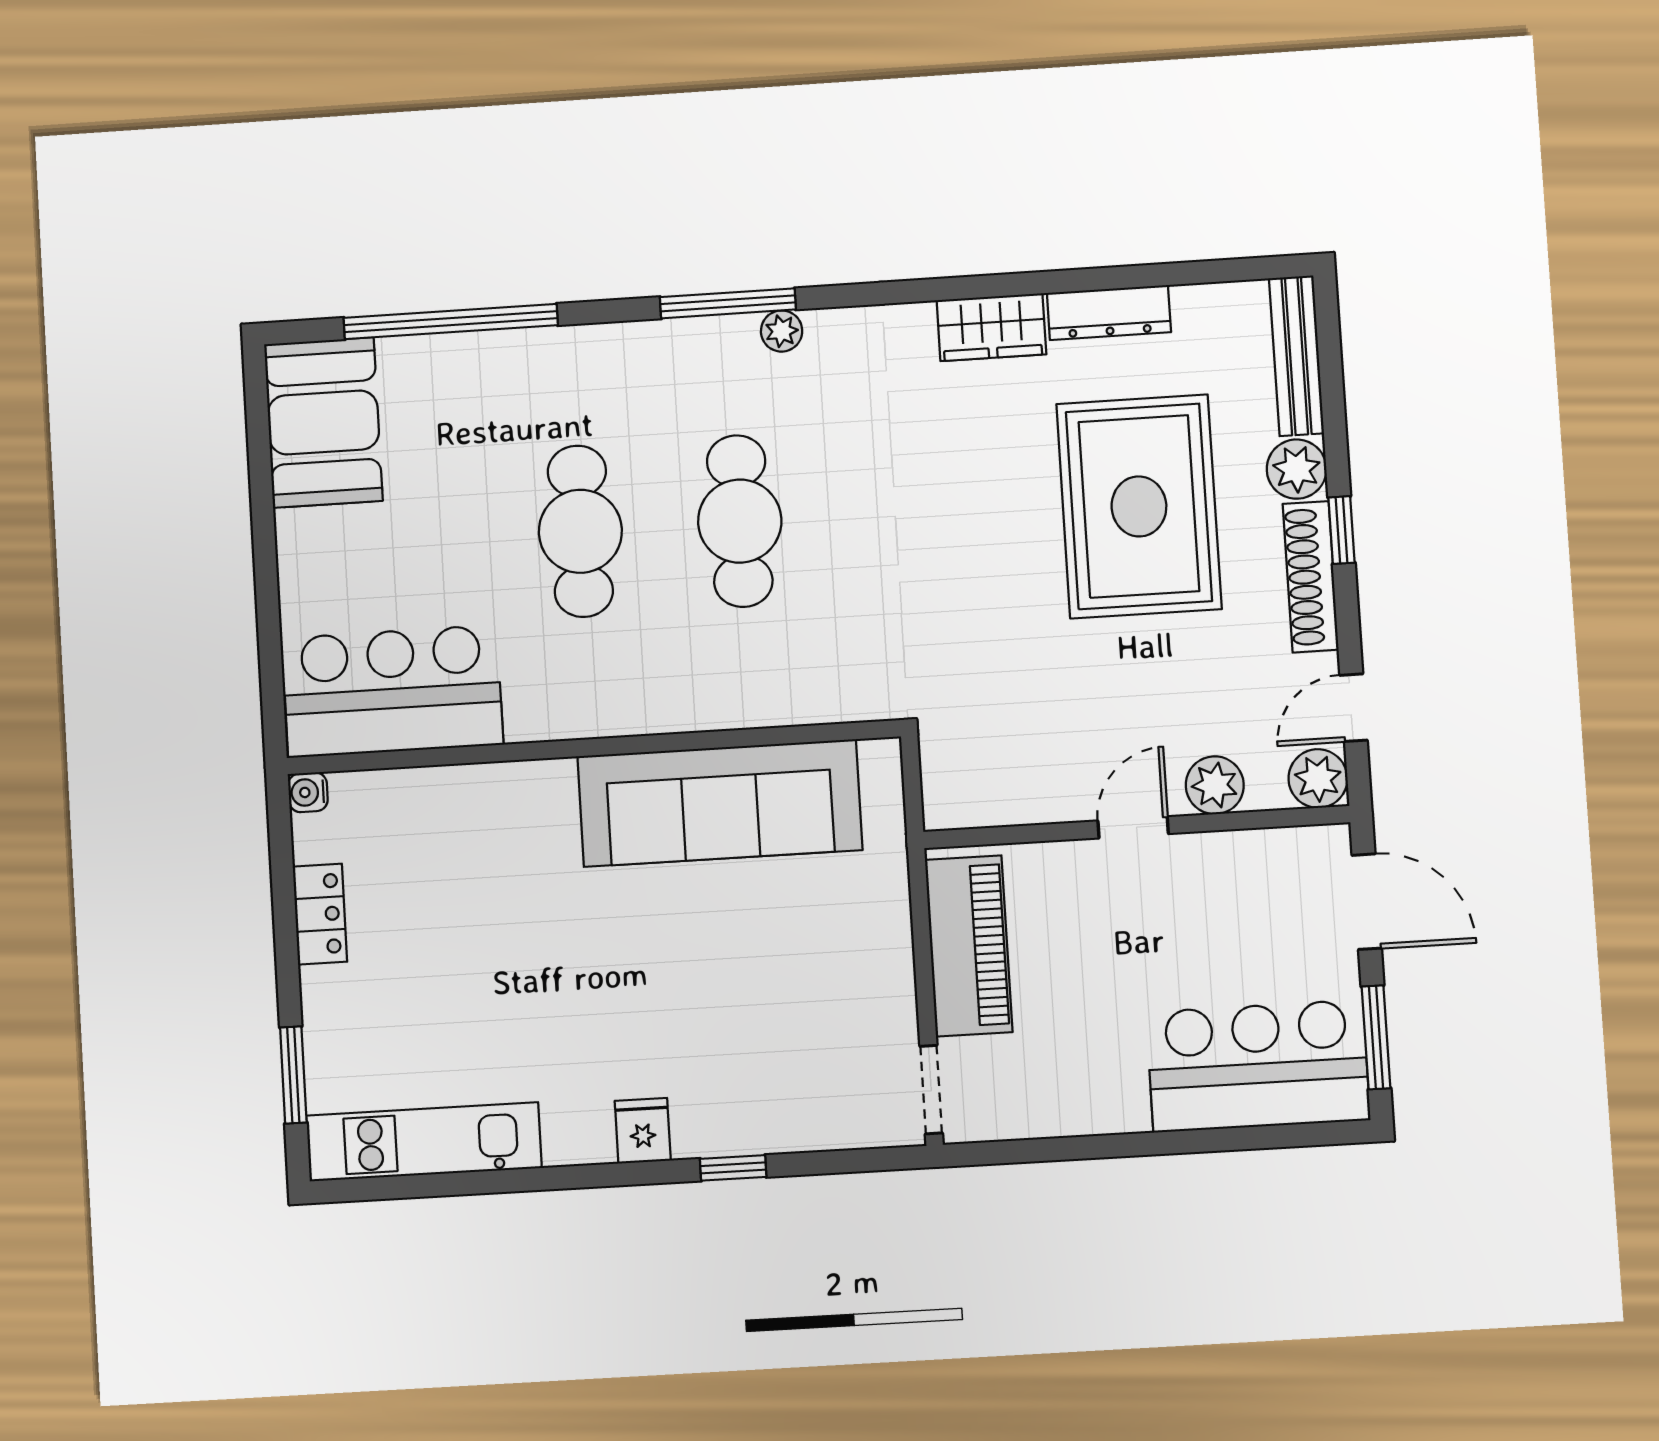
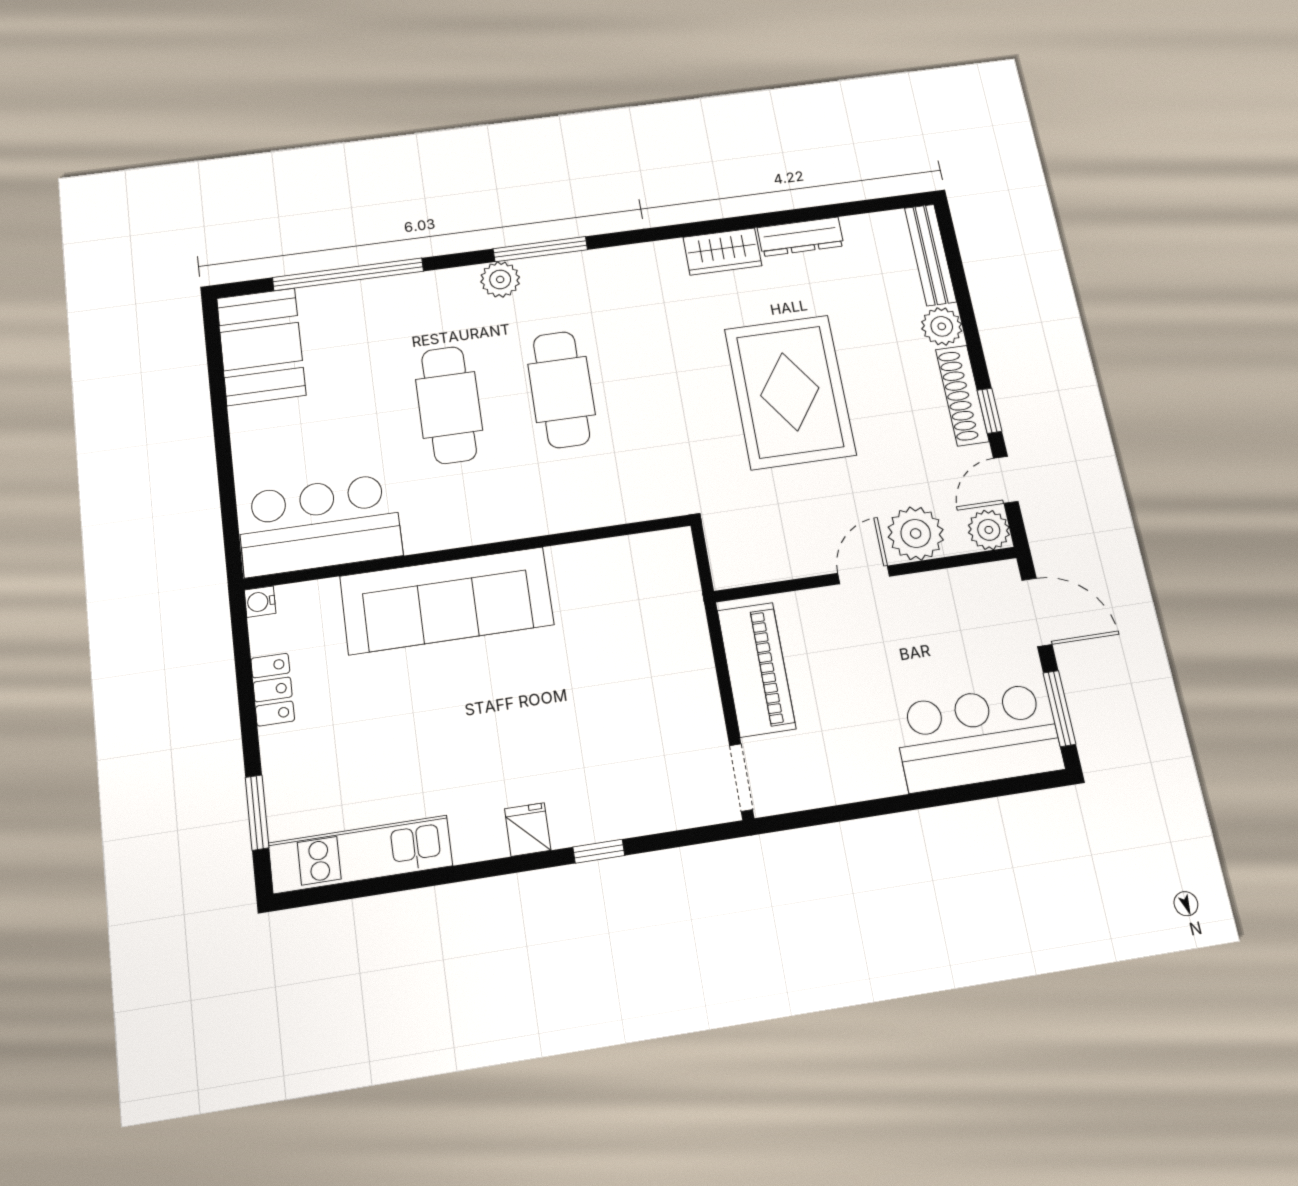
plant: (782, 331) -> (500, 279), moved, width x1.38, depth x1.38
rug: (1139, 506) -> (790, 392), moved
window: (1342, 530) -> (990, 411), moved
plant: (1215, 785) -> (916, 533), width x1.36, depth x1.36
sofa: (720, 803) -> (447, 601), moved

